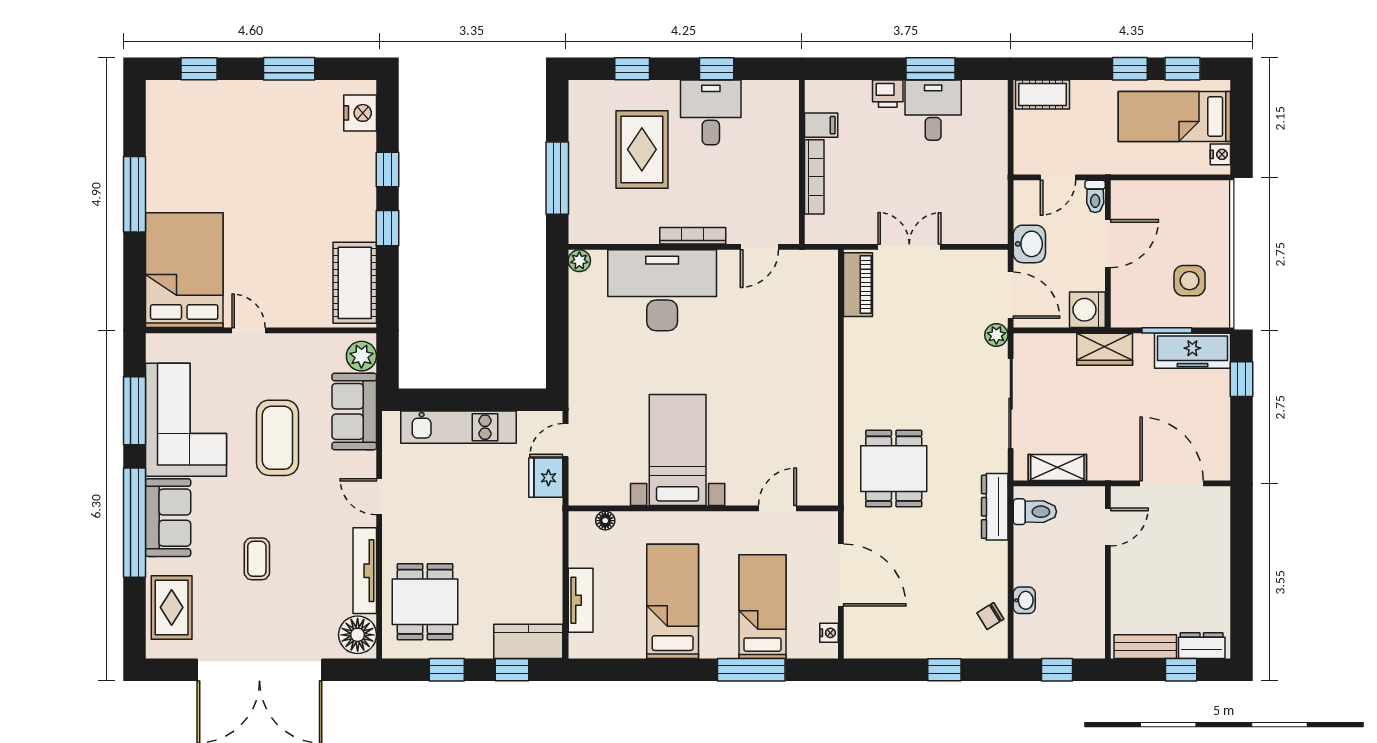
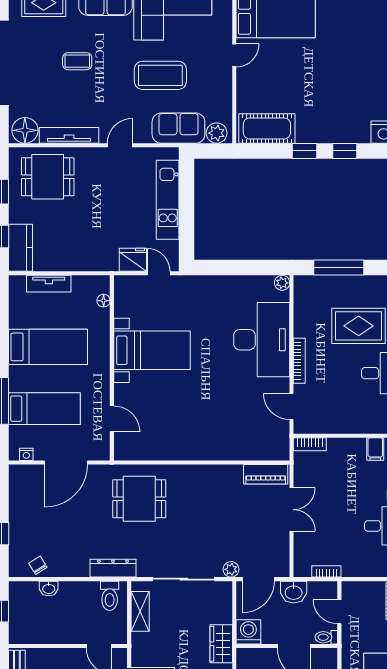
bookcase: (814, 177) -> (310, 444), moved, width x0.64
bookcase: (999, 196) -> (326, 571), added

